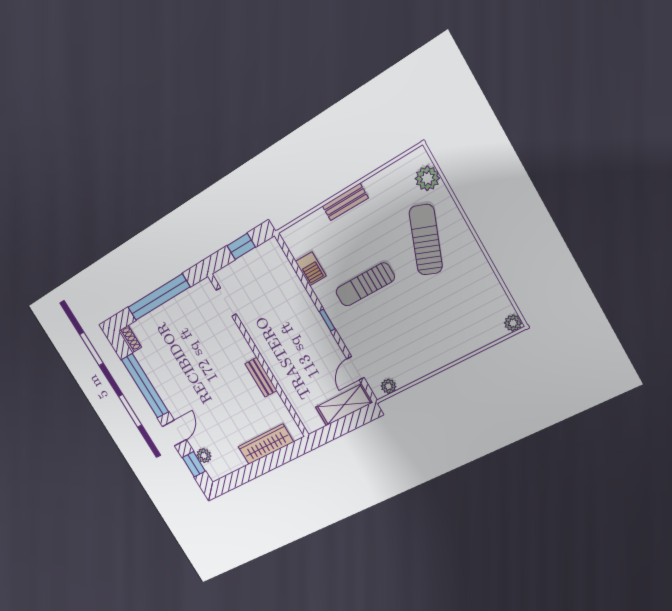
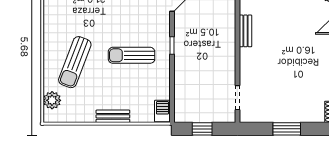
barbecue: (311, 269) -> (162, 111), moved
sun lounger: (365, 285) -> (132, 55), turned 180
window: (159, 297) -> (287, 129), width x0.47

